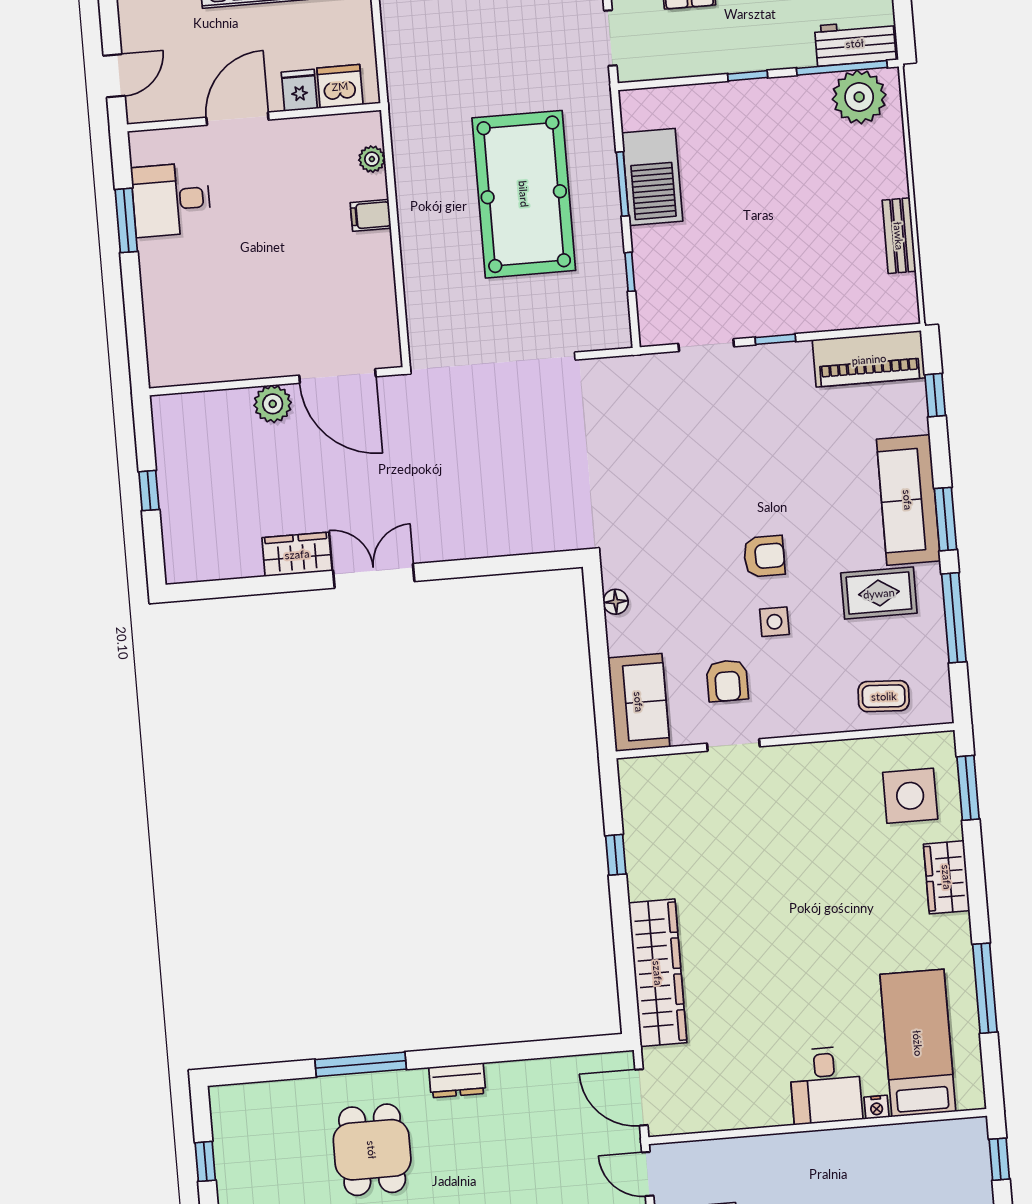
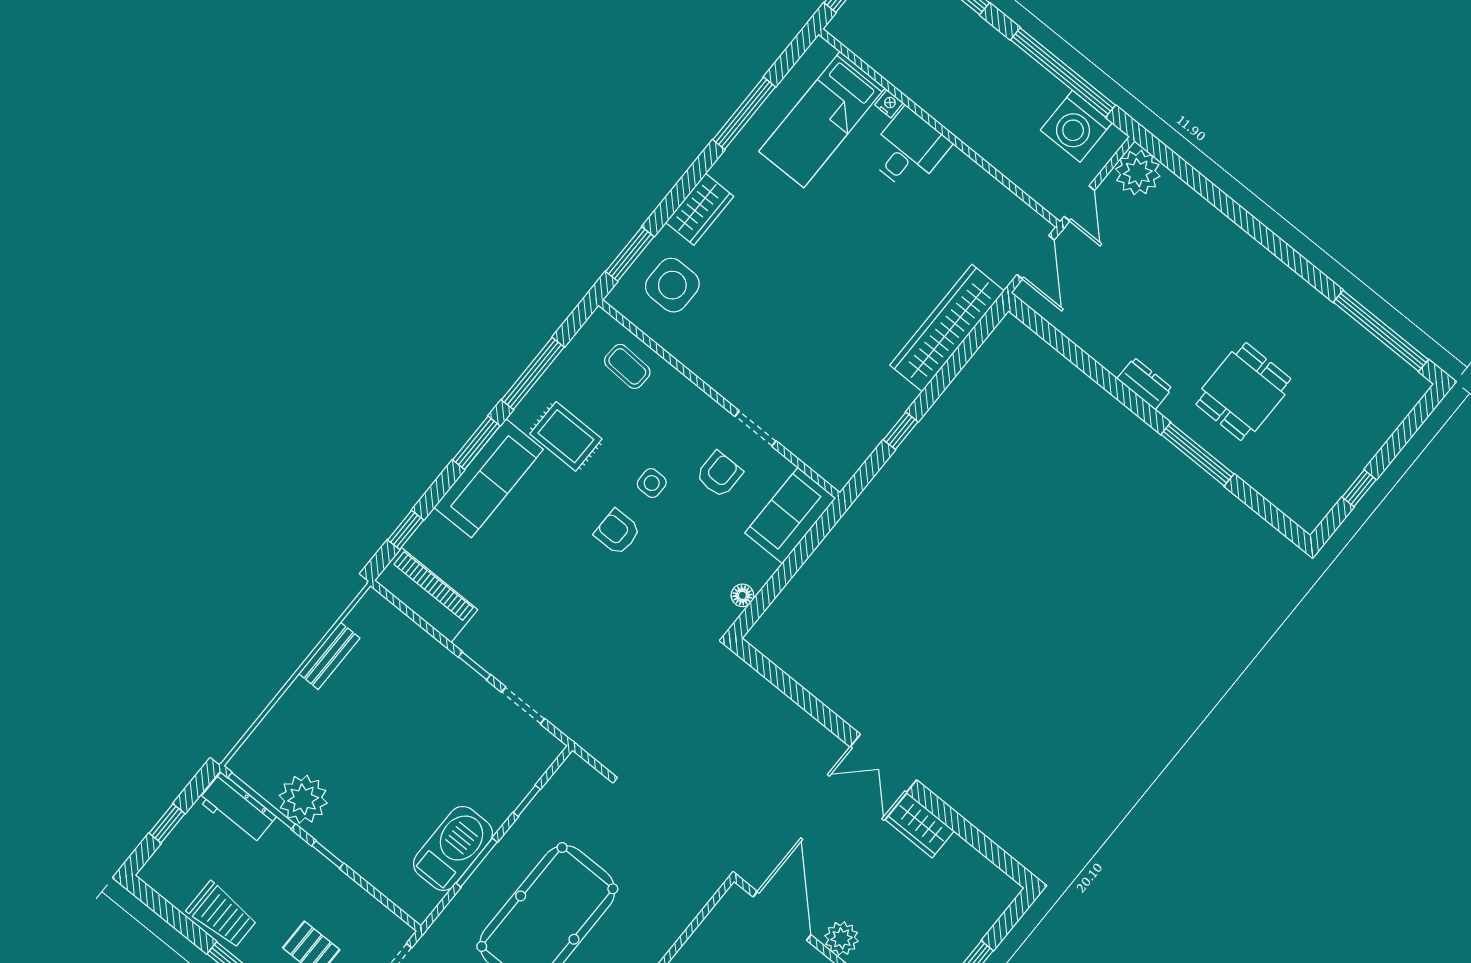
plant: (859, 97) -> (303, 799), moved

